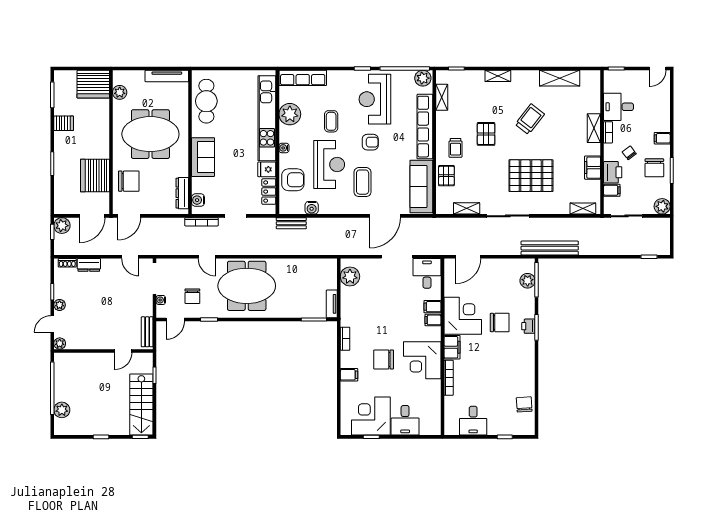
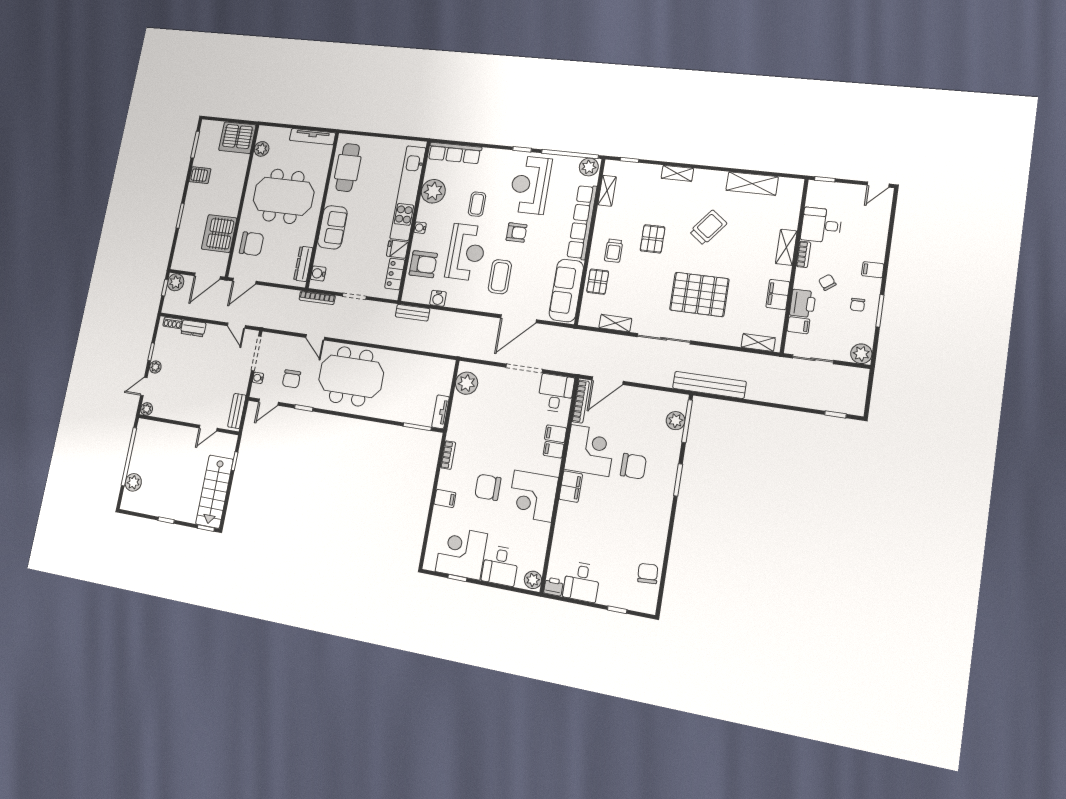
chair: (654, 168) -> (858, 305), width x0.54, depth x0.54
printer: (528, 326) -> (553, 587), moved, turned 90
bookcase: (449, 378) -> (581, 402), moved
plant: (434, 427) -> (533, 580), added

